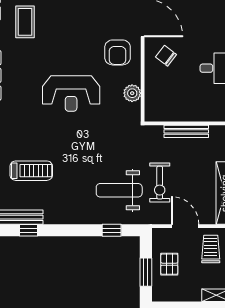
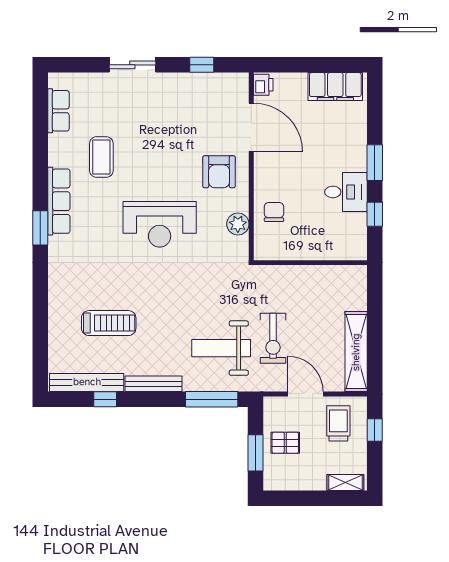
coffee table: (25, 22) -> (101, 157), moved
chair: (166, 56) -> (274, 212), moved, turned 53
bench: (186, 131) -> (153, 384), moved
window: (112, 230) -> (212, 399), width x2.17
pallet: (169, 264) -> (285, 443), turned 90

